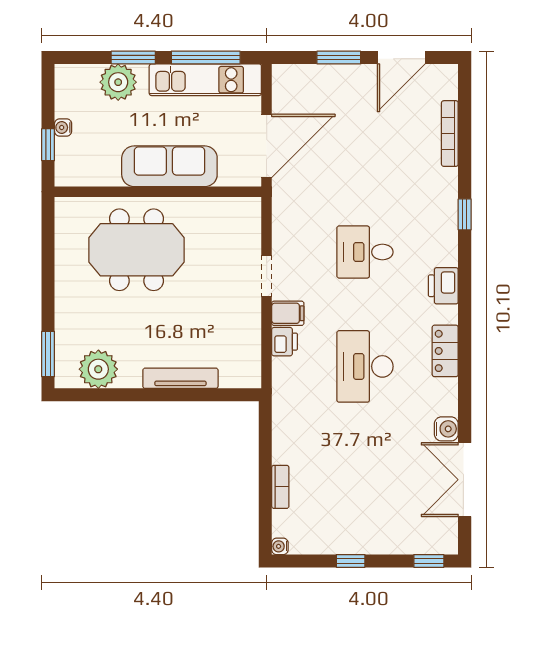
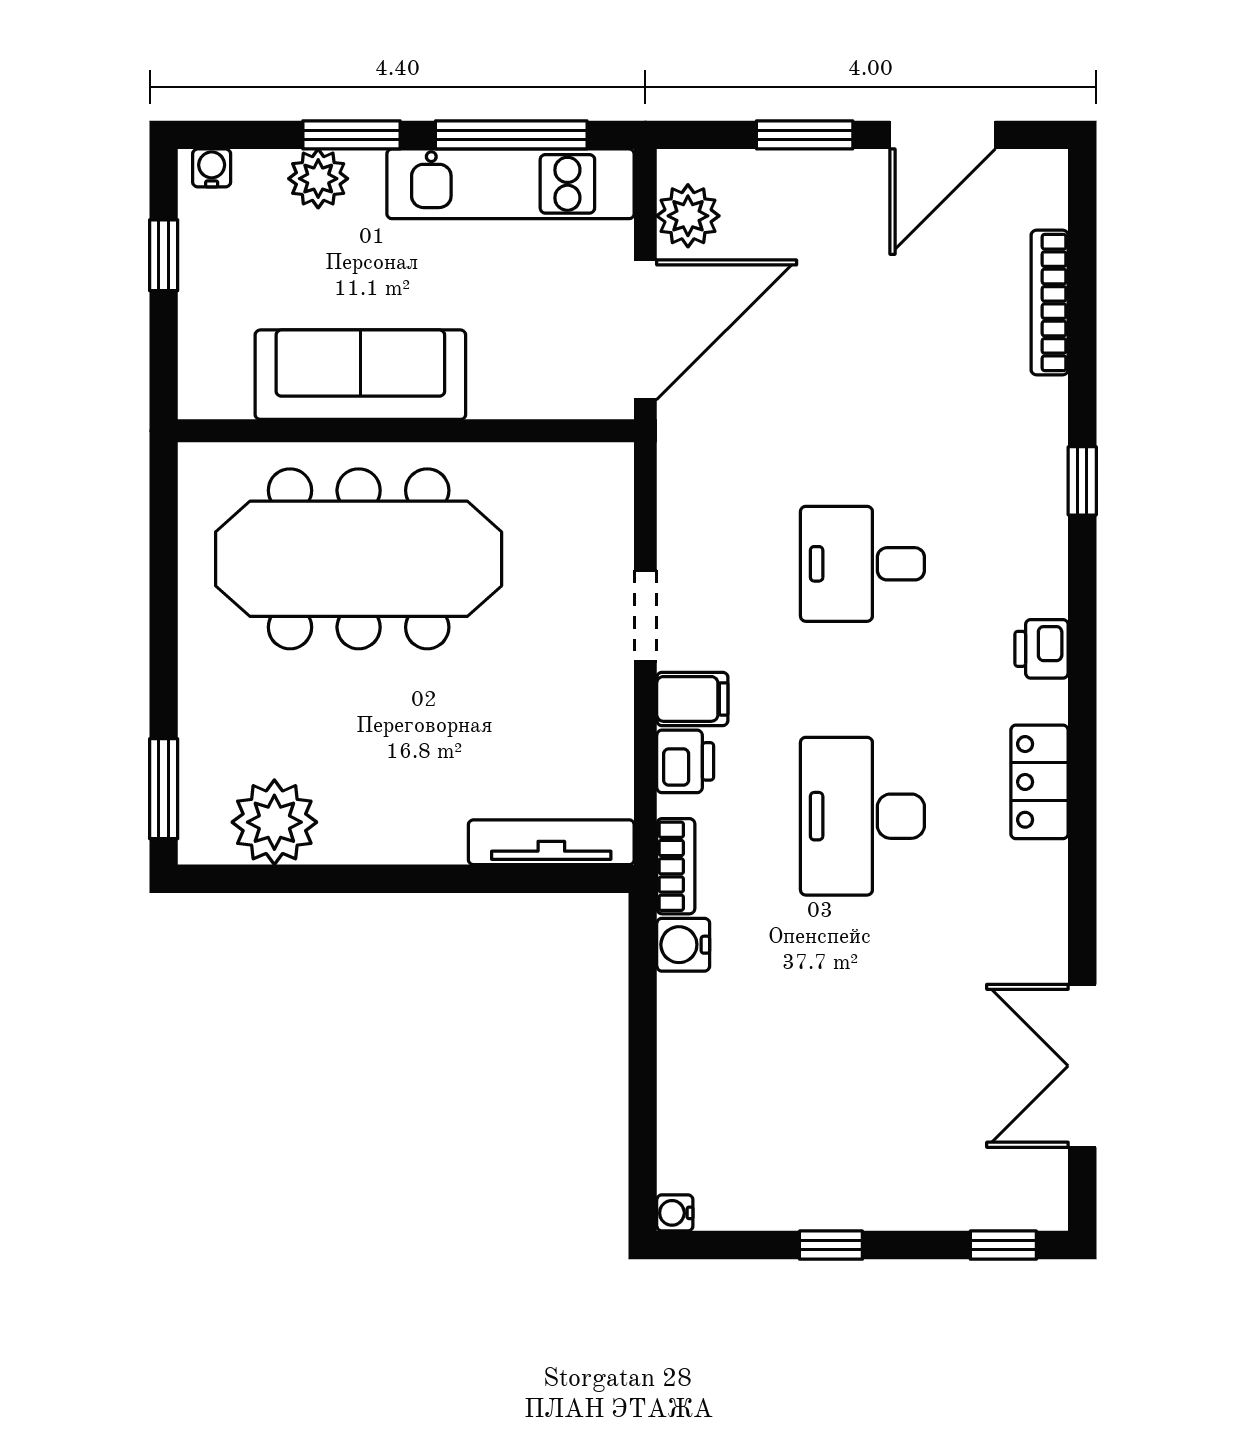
plant: (118, 82) -> (318, 179), width x0.73, depth x0.73
plant: (286, 94) -> (688, 216), added
water cooler: (63, 127) -> (212, 168), moved, turned 90
window: (48, 145) -> (164, 255), moved
sofa: (169, 166) -> (360, 375), moved
meeting table: (136, 250) -> (359, 559), width x1.36
printer: (443, 286) -> (1042, 649), width x0.73, depth x0.81
tv unit: (180, 378) -> (551, 842), moved
water cooler: (446, 429) -> (683, 945), moved, turned 180
bookcase: (280, 487) -> (676, 866), moved

